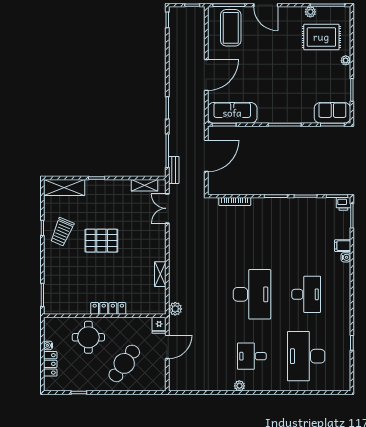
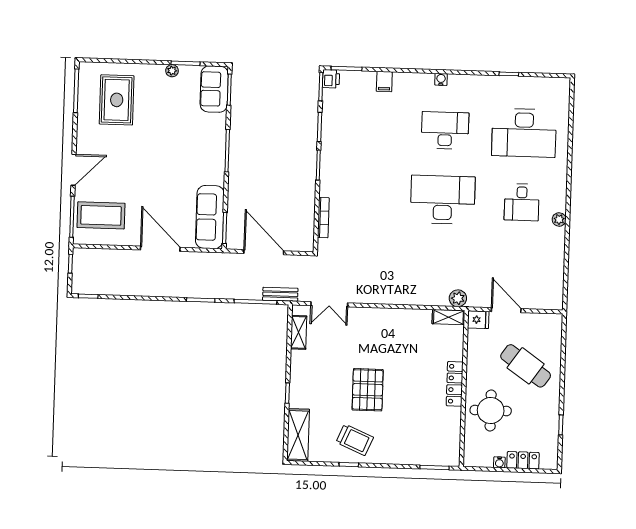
plant: (310, 12) -> (84, 113), removed
plant: (346, 60) -> (172, 71), moved
water cooler: (346, 257) -> (441, 79), moved
shelving: (160, 274) -> (448, 317), moved

